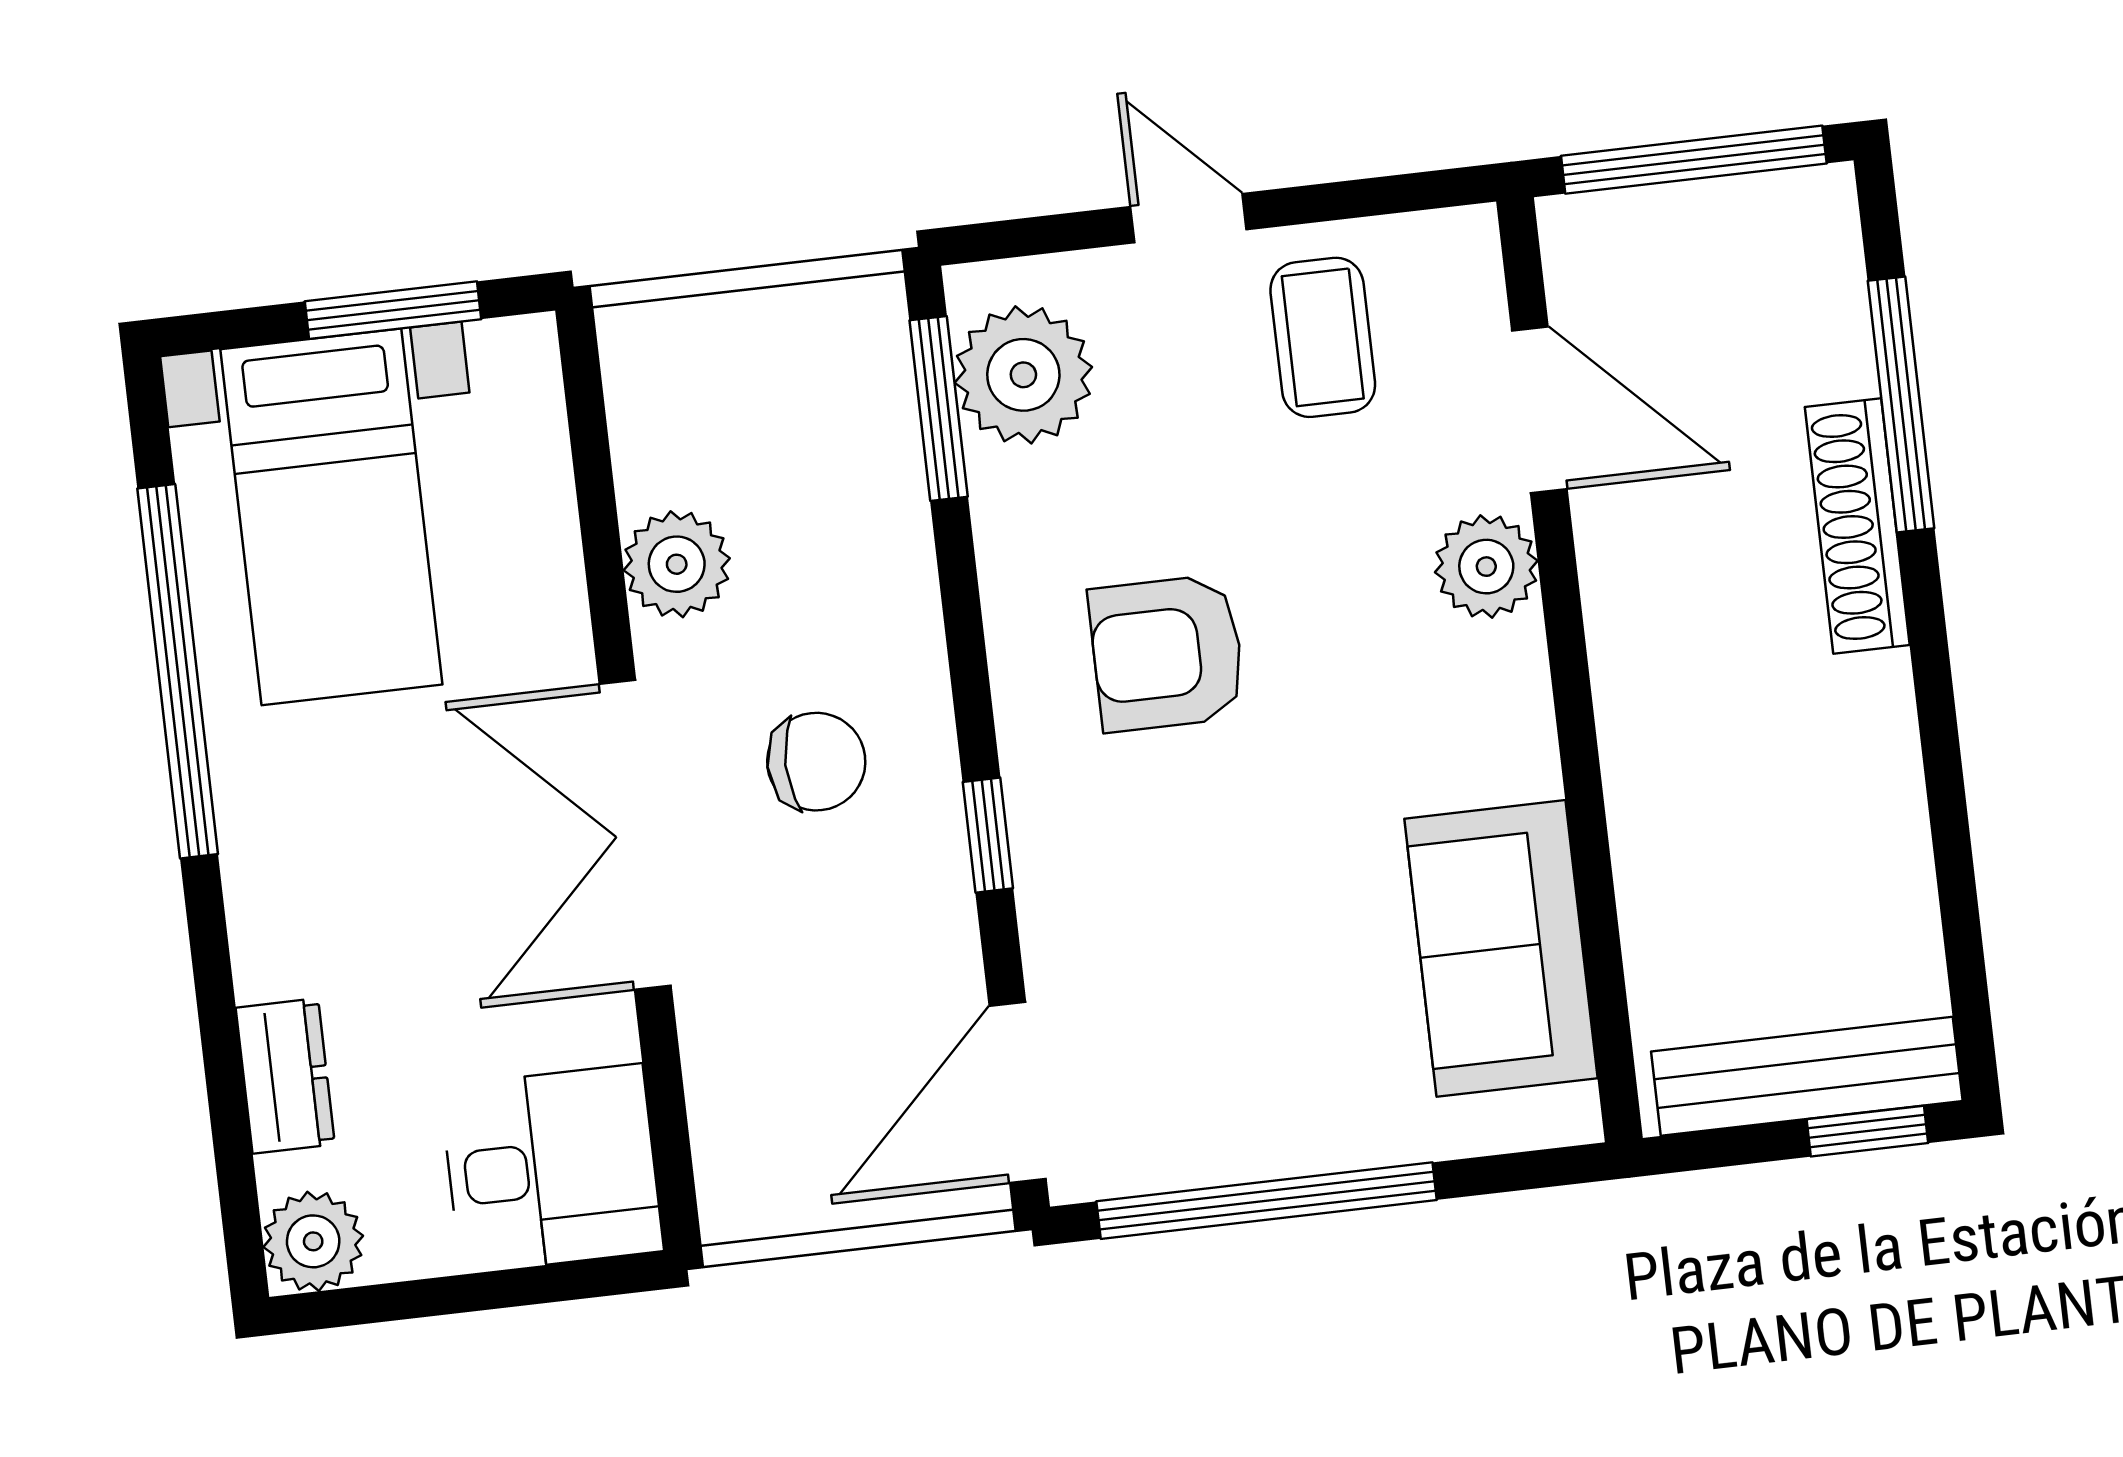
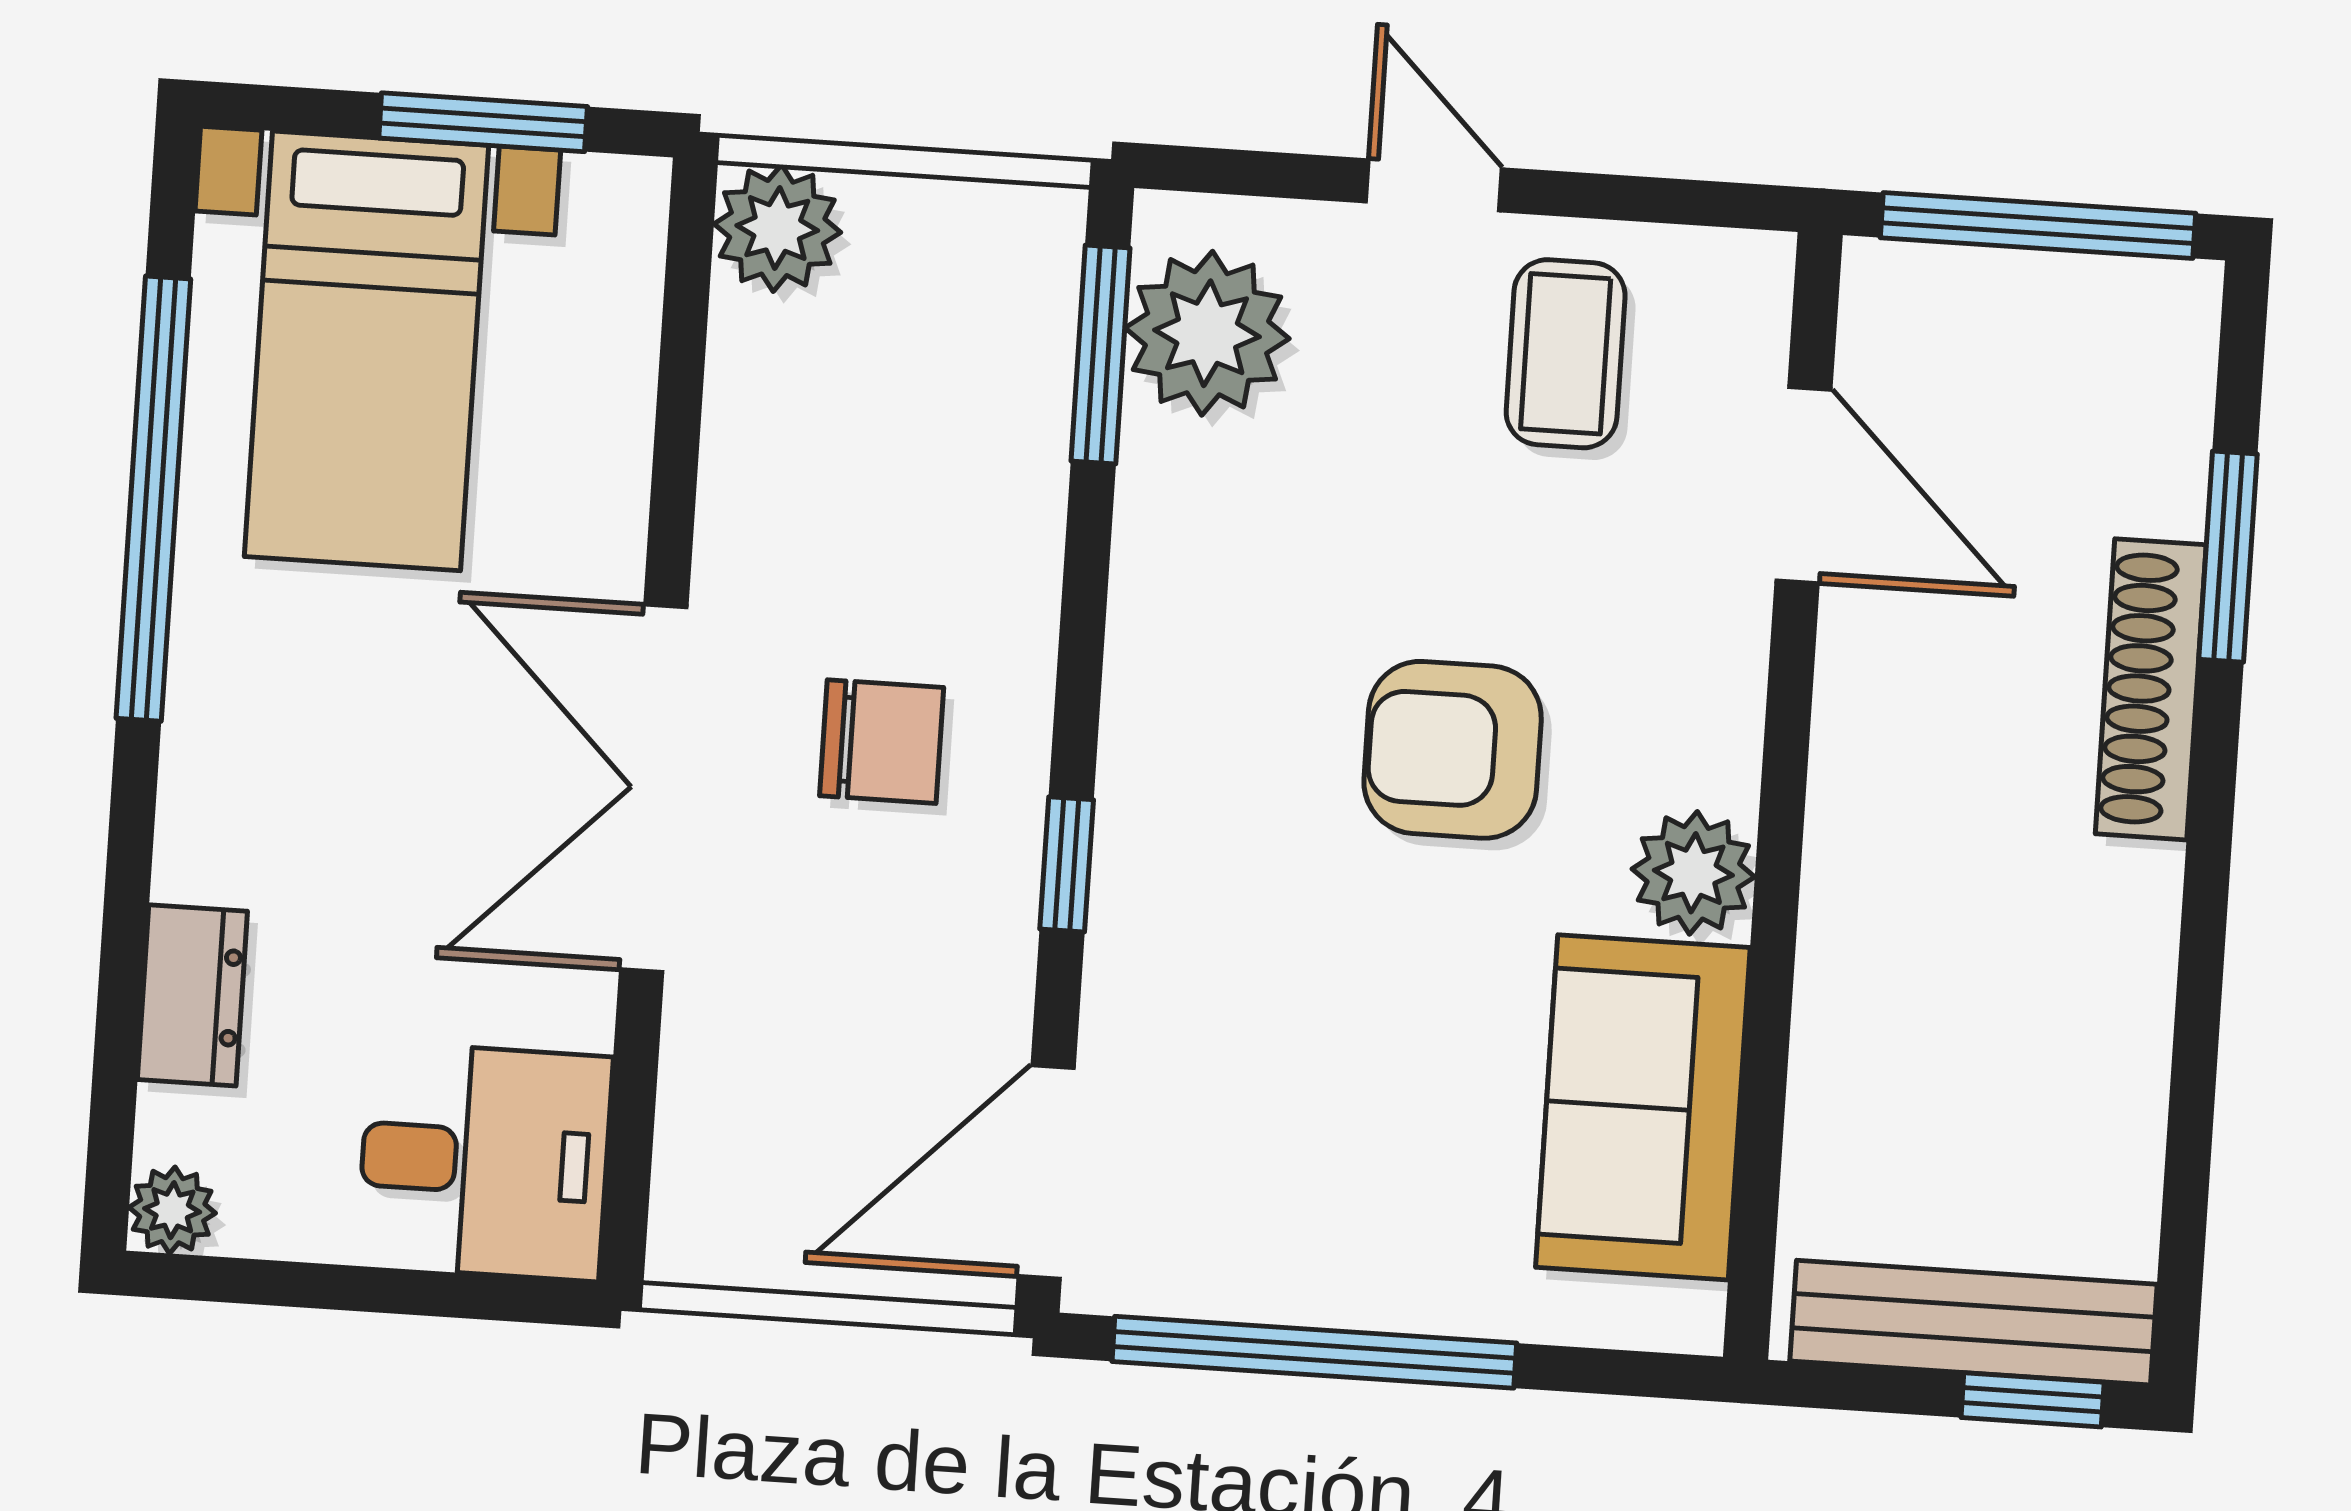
window: (1901, 404) -> (2228, 557), width x0.69
plant: (677, 564) -> (777, 228), moved
plant: (1486, 567) -> (1693, 873), moved
armchair: (1167, 653) -> (1453, 750), moved
plant: (313, 1241) -> (172, 1210), width x0.73, depth x0.73

